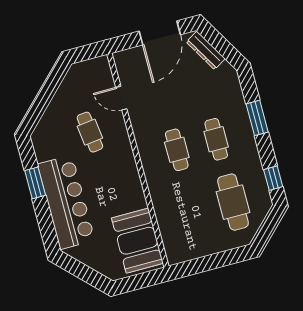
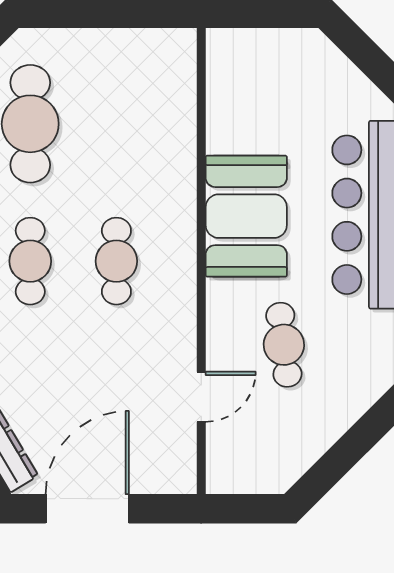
door: (121, 98) -> (201, 397), hinge flipped
booth: (137, 241) -> (246, 216), moved

